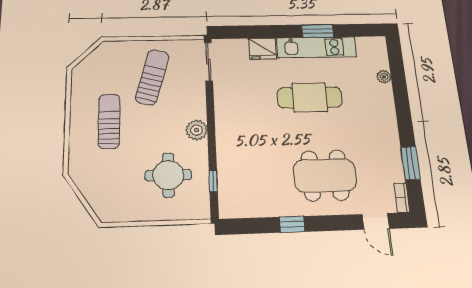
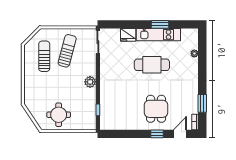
sun lounger: (109, 121) -> (44, 56), moved
round table: (168, 175) -> (59, 115), moved
dining table: (325, 175) -> (156, 109), width x0.73
door: (376, 221) -> (180, 134), swing flipped
window: (292, 224) -> (157, 134), moved

